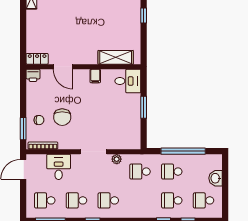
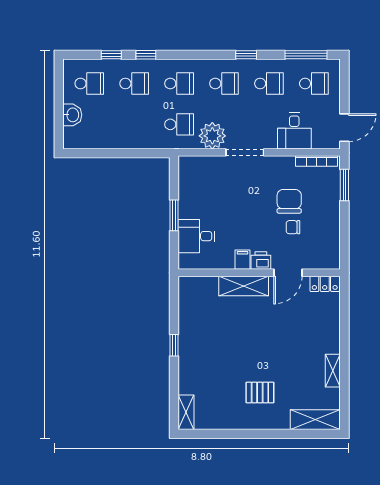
shelving: (116, 57) -> (244, 286), moved
door: (63, 67) -> (288, 273), swing flipped
printer: (33, 75) -> (261, 261), moved
desk: (128, 81) -> (196, 236), moved
chair: (39, 120) -> (293, 227), moved
window: (183, 151) -> (118, 153), removed
plant: (117, 159) -> (212, 136), width x1.88, depth x1.88
school desk: (172, 172) -> (179, 84), moved

